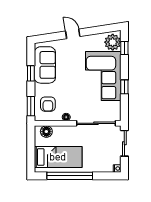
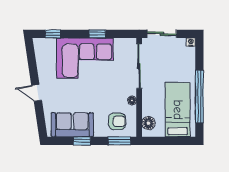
door: (73, 34) -> (37, 93), hinge flipped
plant: (113, 42) -> (46, 47), removed

